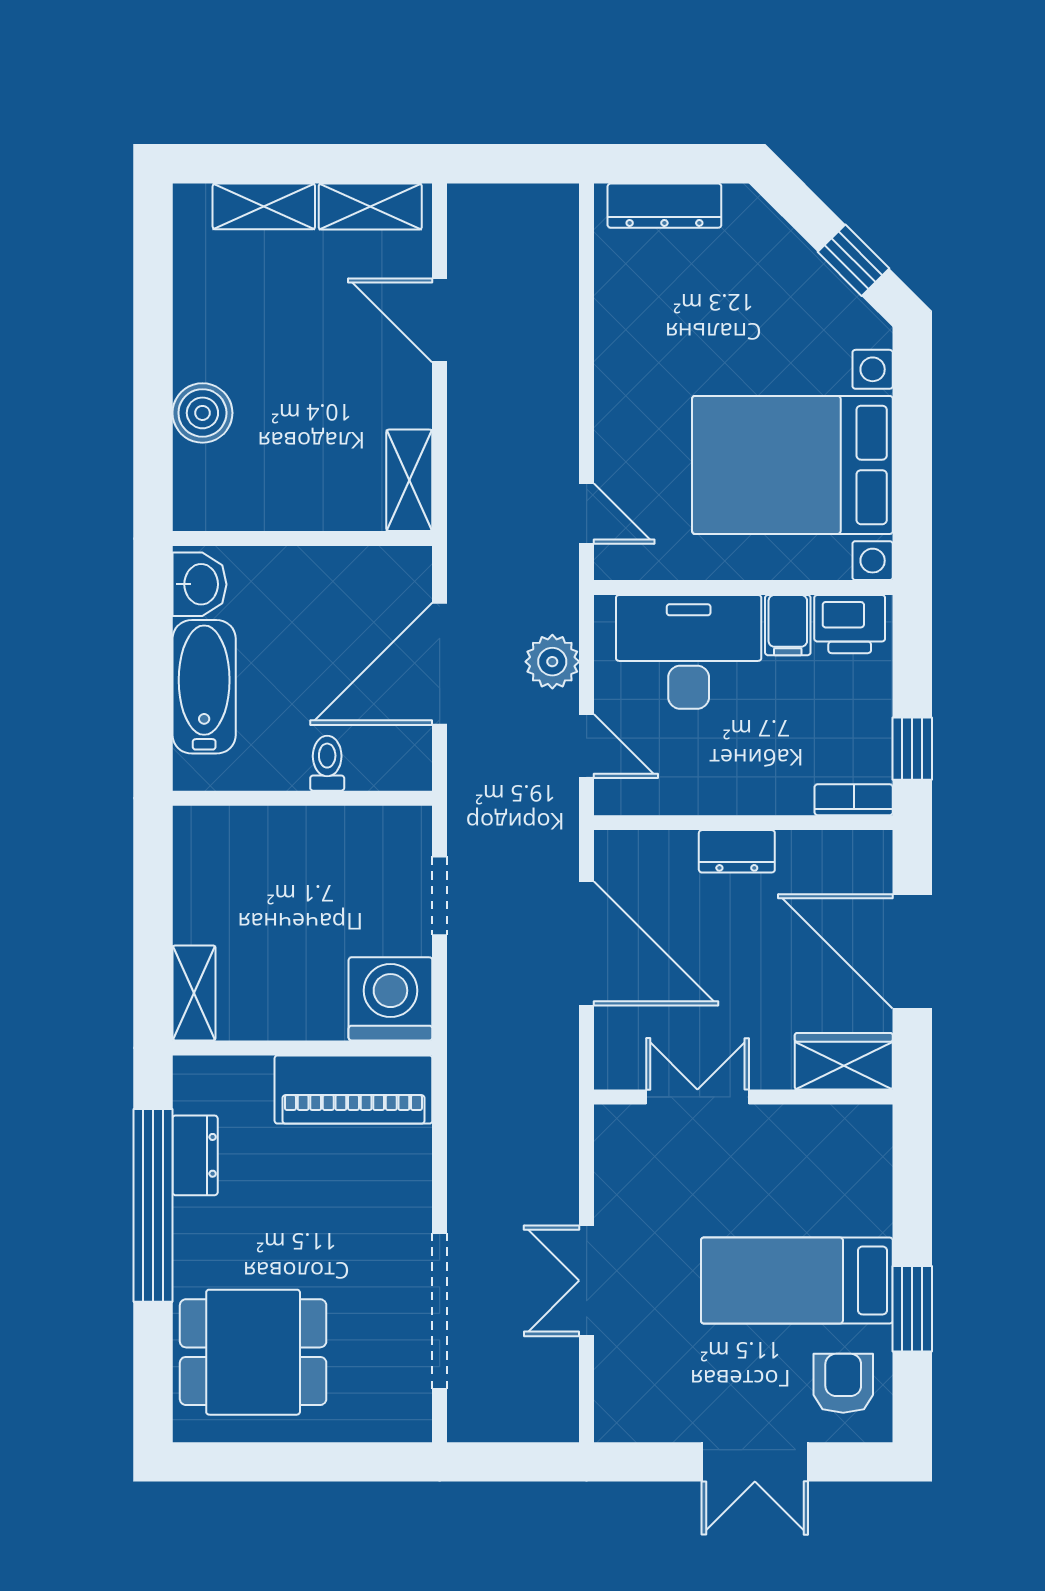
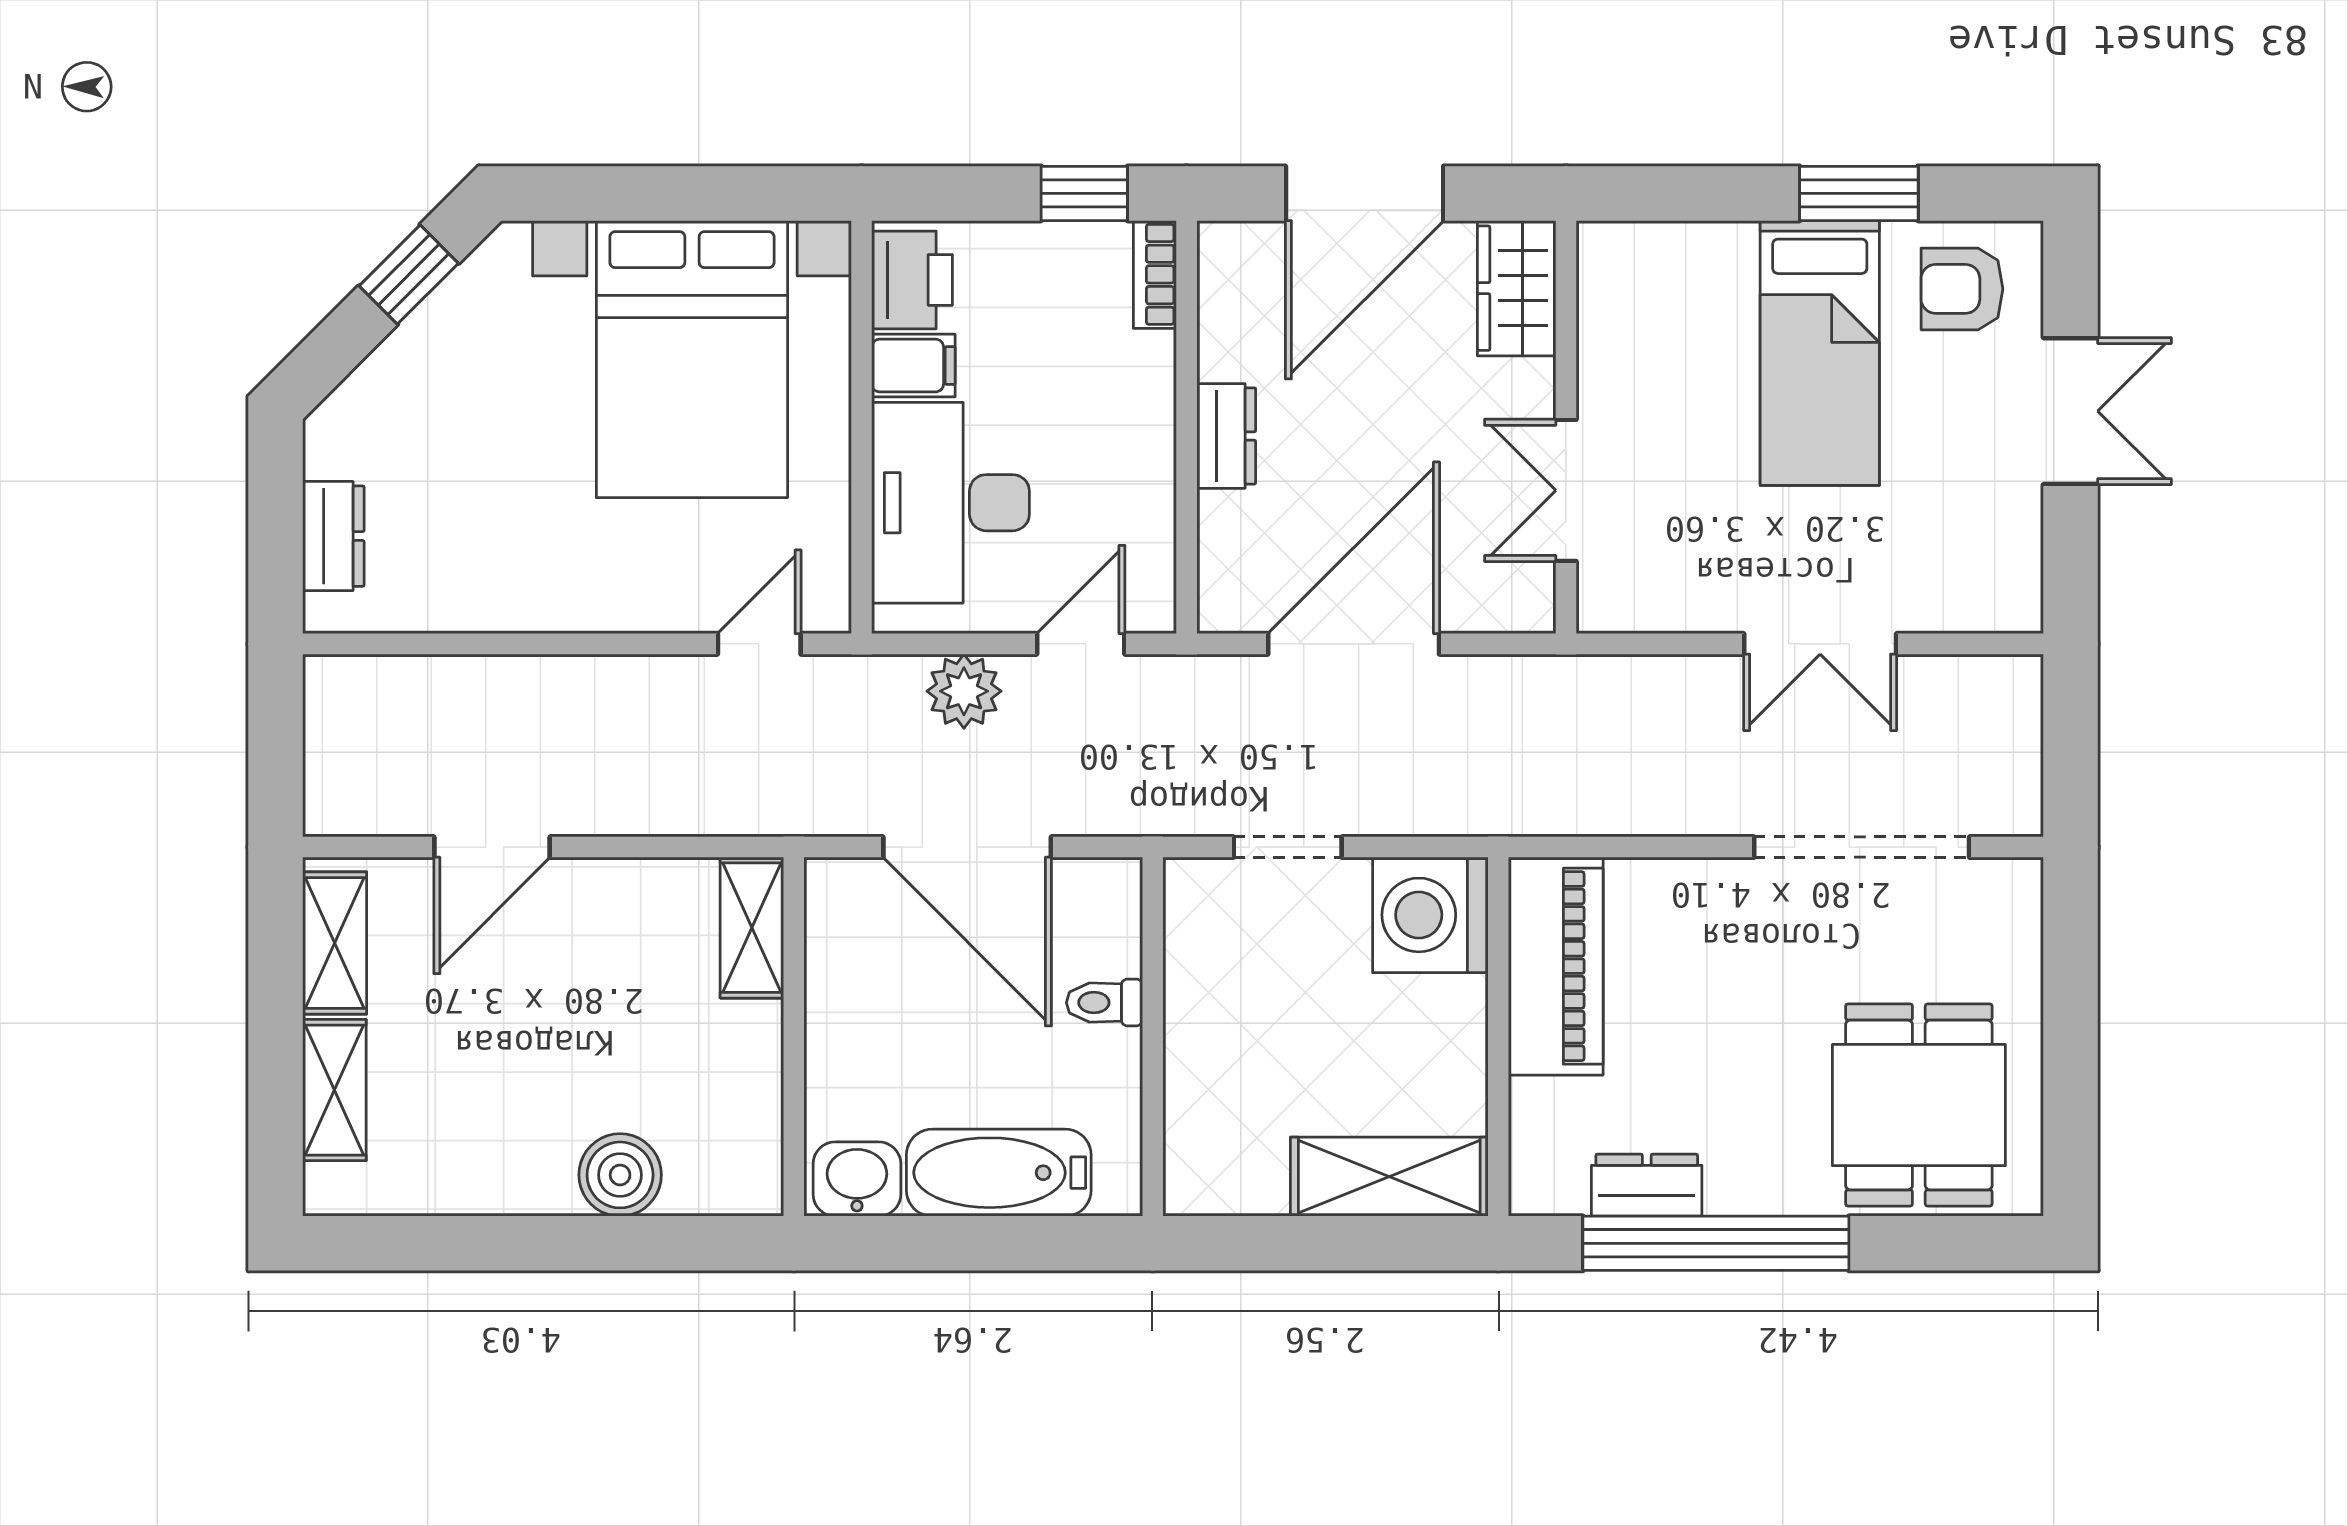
dresser: (664, 206) -> (333, 536), width x0.70
shelving: (409, 480) -> (752, 928), moved, turned 90
shelving: (194, 993) -> (1389, 1177), width x1.50, depth x1.33

